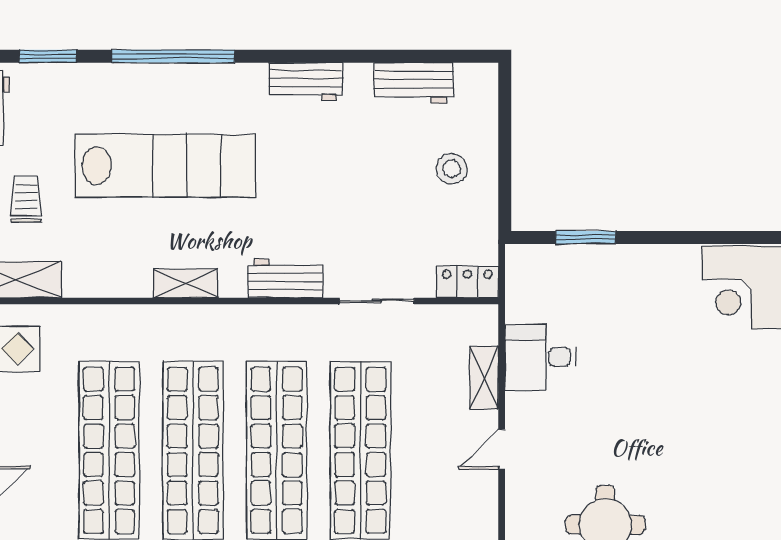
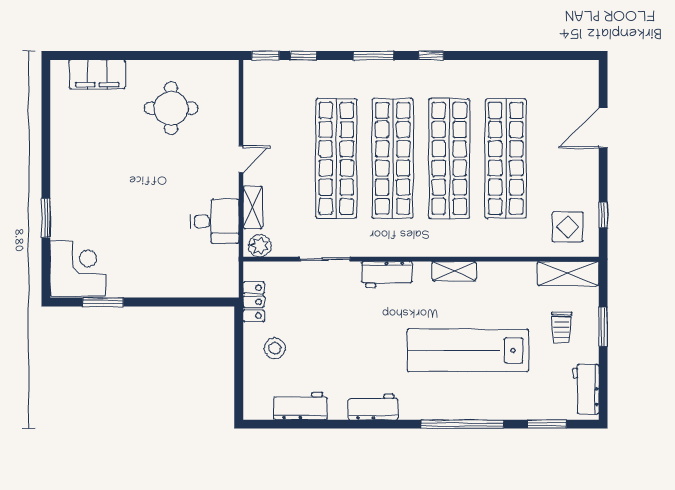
window: (586, 237) -> (103, 302), moved
locker: (467, 282) -> (254, 302), moved, turned -90
plant: (474, 321) -> (260, 246), added

